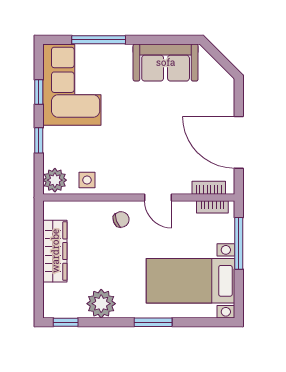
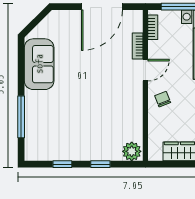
corner sofa: (72, 85) -> (57, 138), removed
side table: (87, 180) -> (132, 126), removed
bookcase: (209, 188) -> (138, 46), moved

